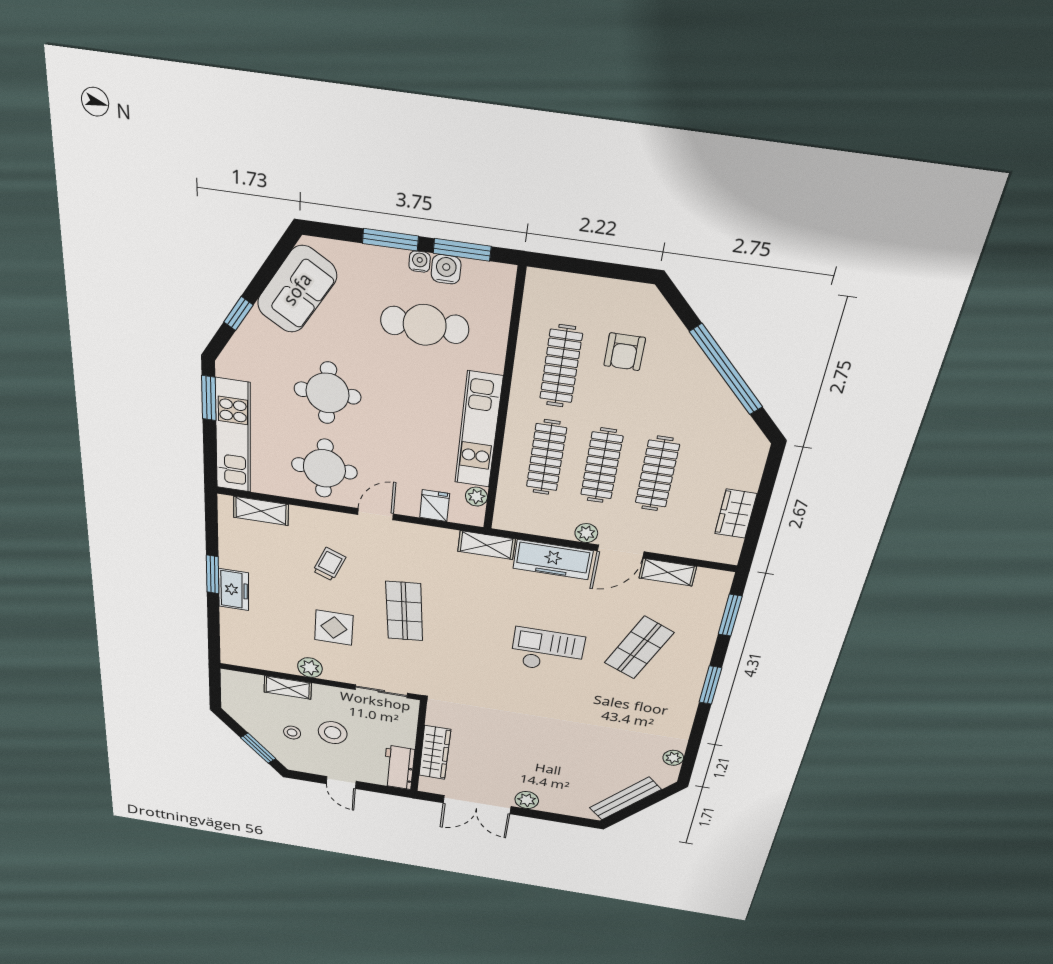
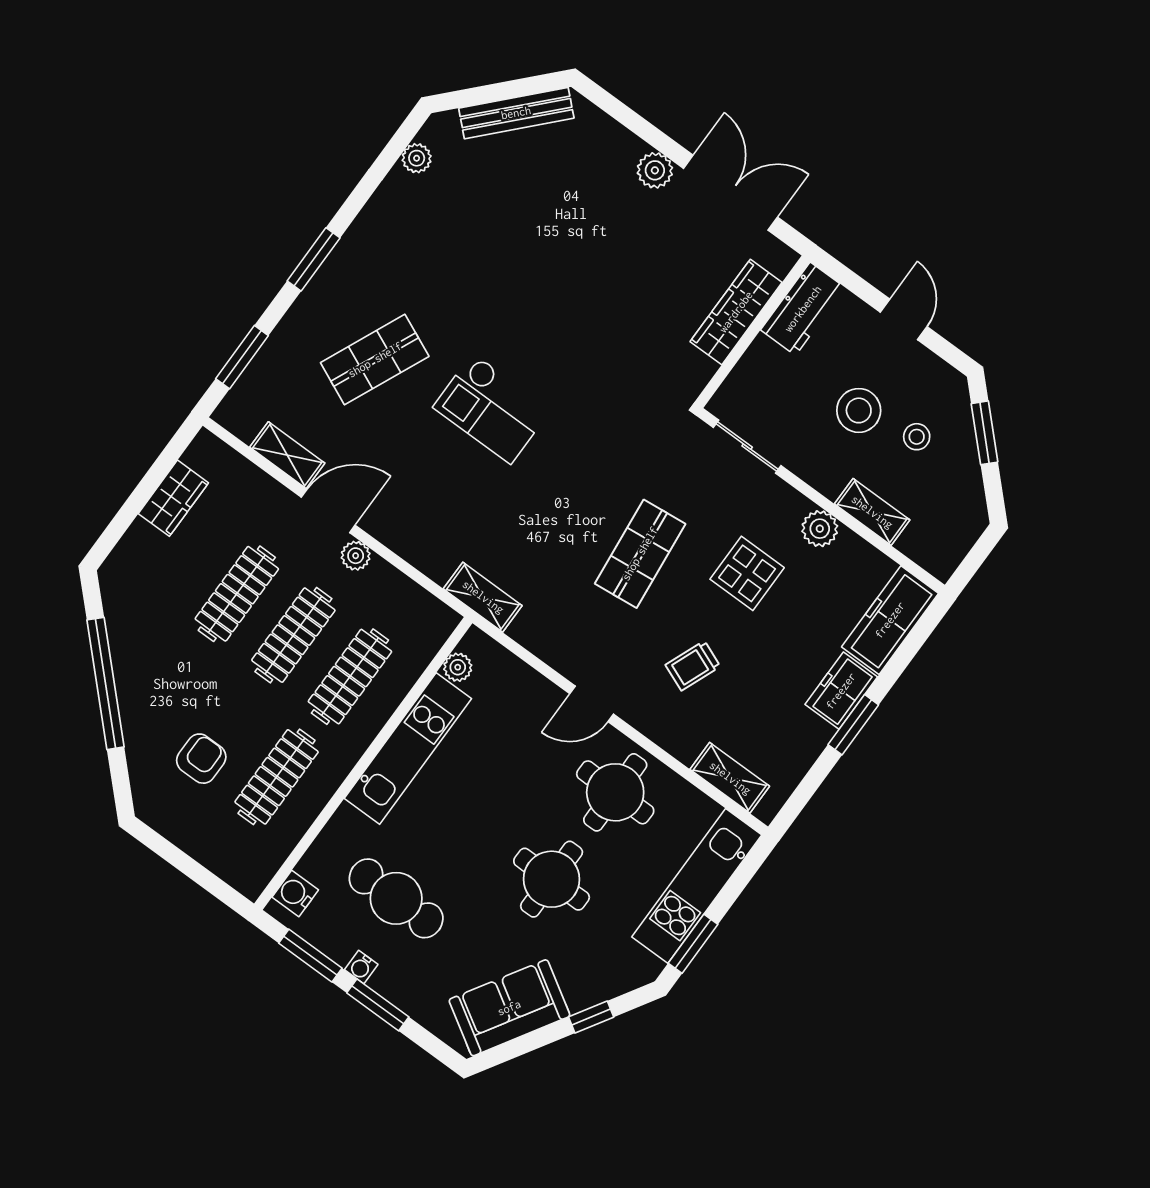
water cooler: (446, 269) -> (295, 893), moved, turned 90
fridge: (435, 506) -> (514, 680), removed
freezer: (553, 560) -> (890, 620), moved, turned -90

